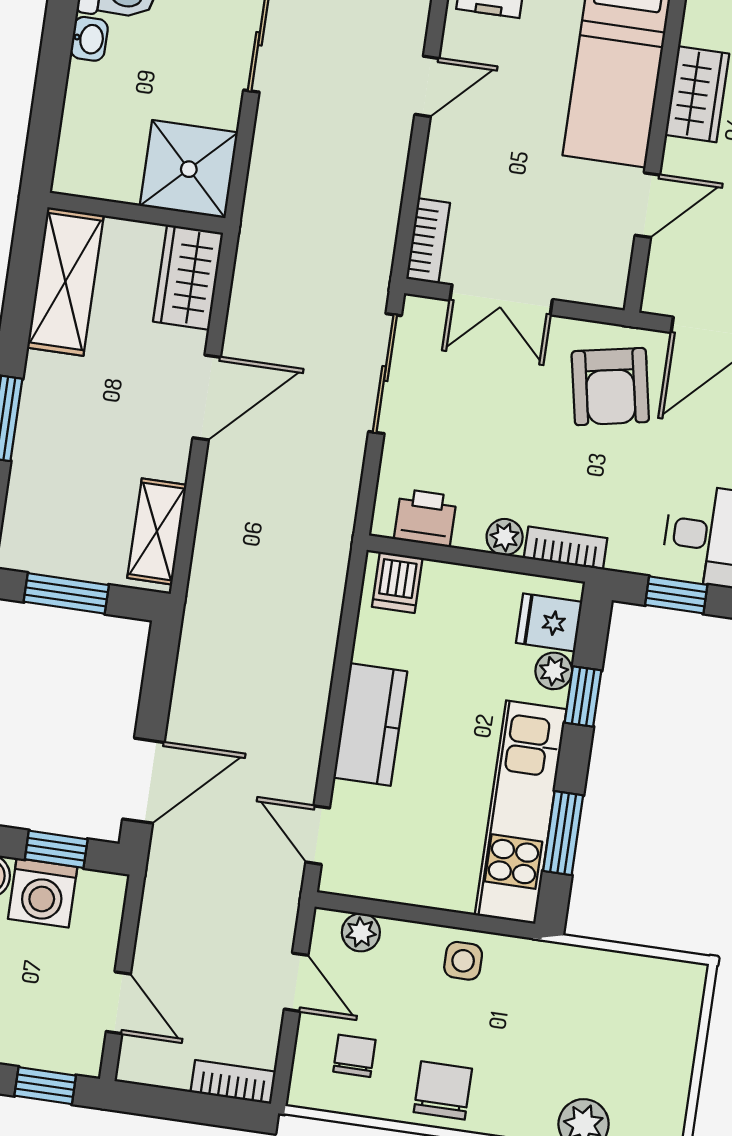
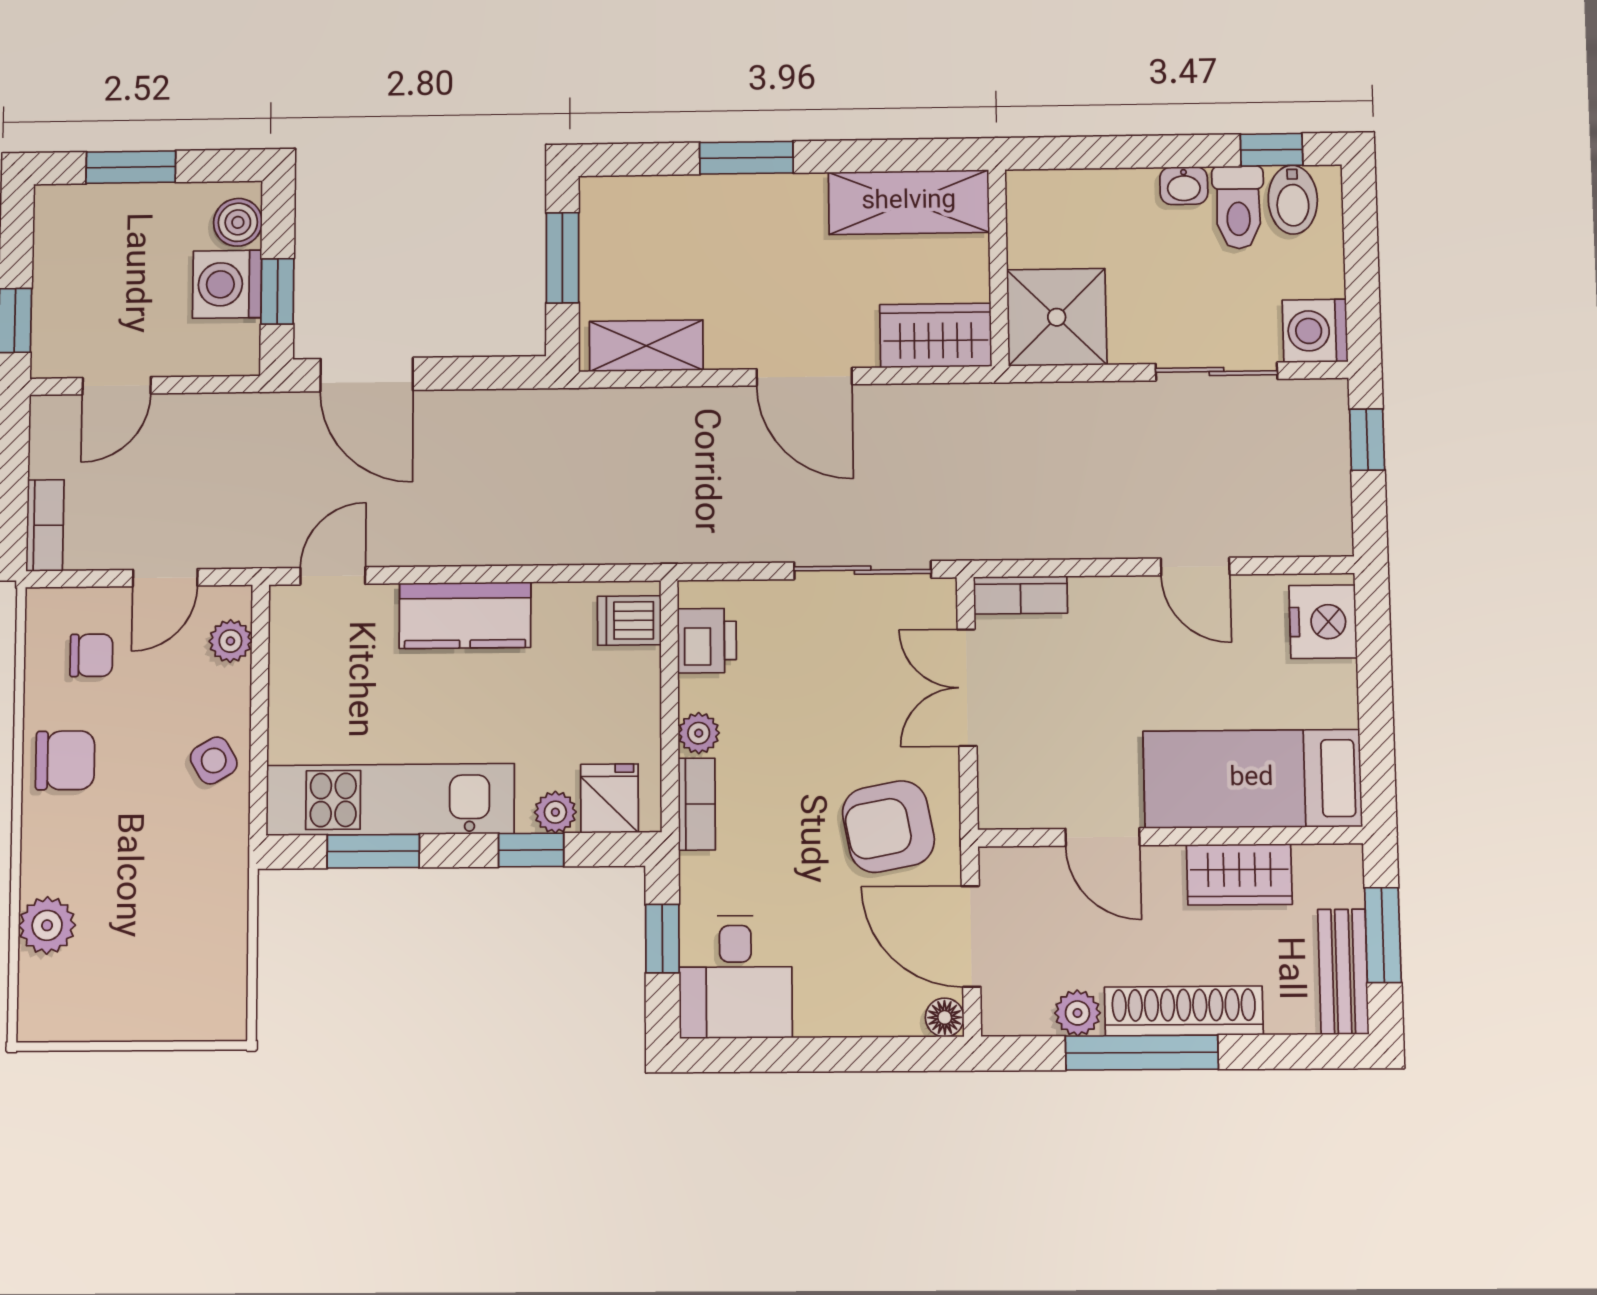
side table: (463, 961) -> (214, 760), turned -30

